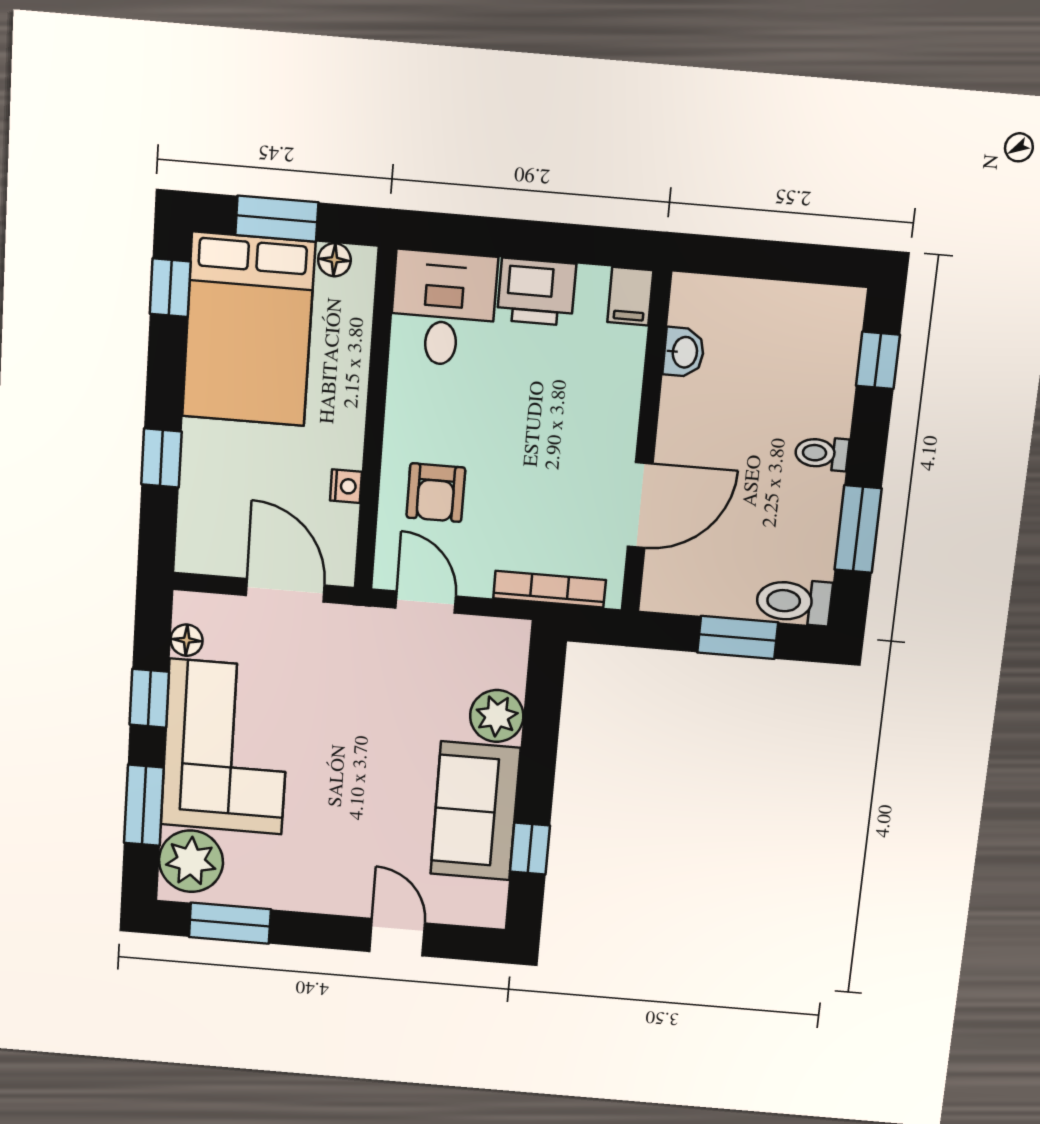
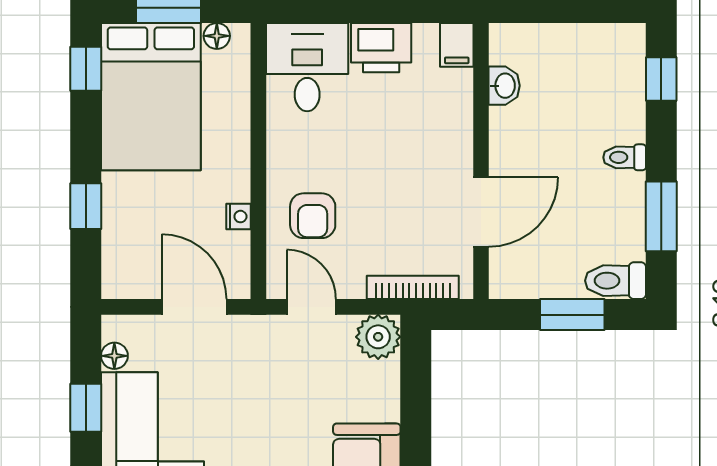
plant: (497, 716) -> (378, 337), moved

